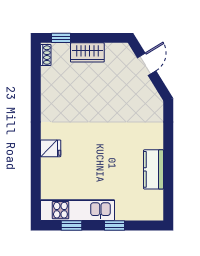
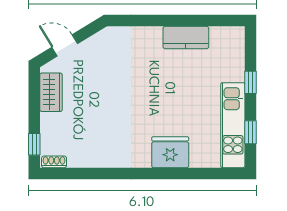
wardrobe: (87, 52) -> (51, 92), moved
fridge: (51, 148) -> (170, 152), width x1.88, depth x1.34

